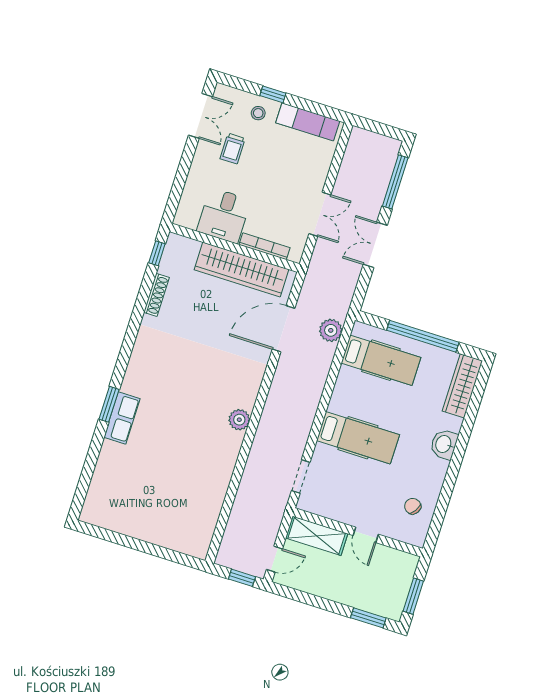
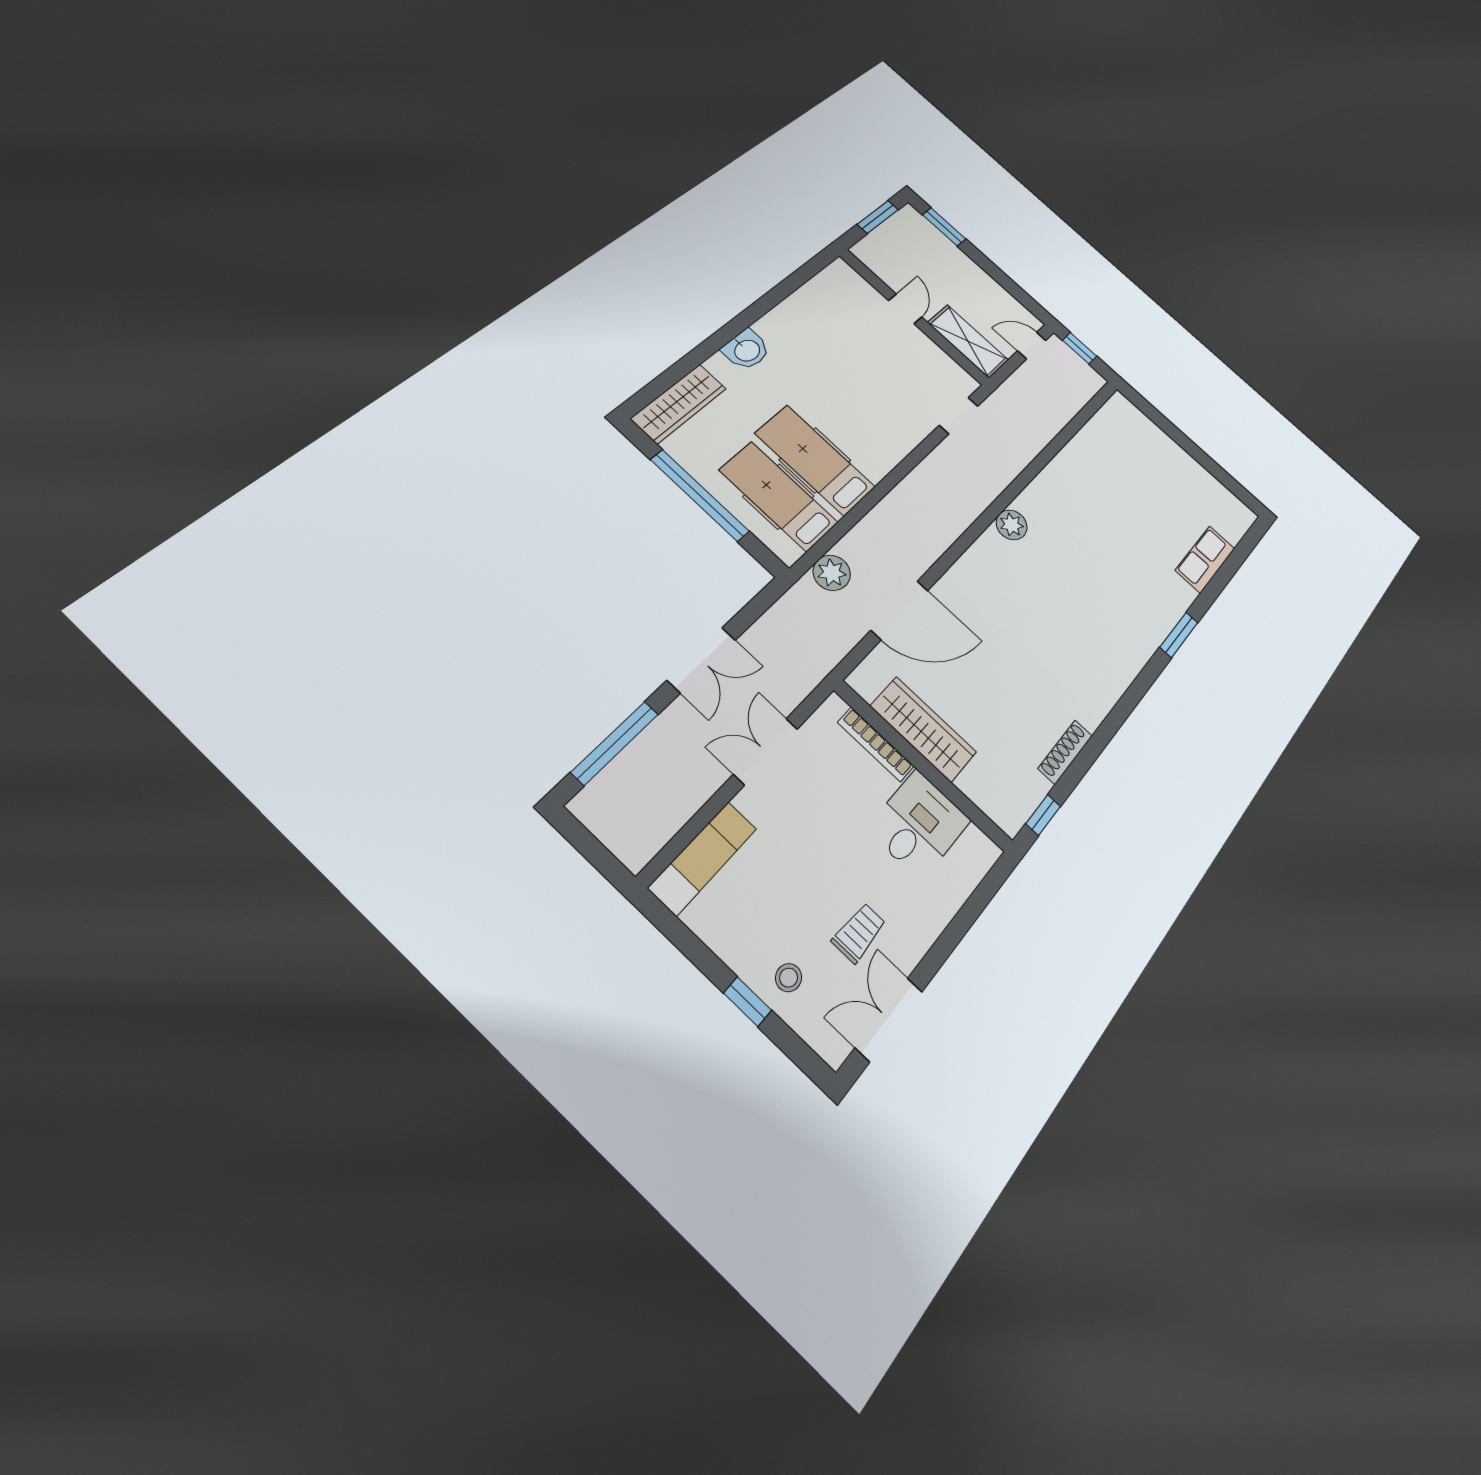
exam couch: (308, 122) -> (703, 858), moved, turned 90
wardrobe: (241, 270) -> (923, 729), width x0.71, depth x0.85
row of seats: (122, 418) -> (1205, 559), moved
hospital bed: (358, 438) -> (815, 460), moved
chair: (413, 506) -> (828, 306), removed

